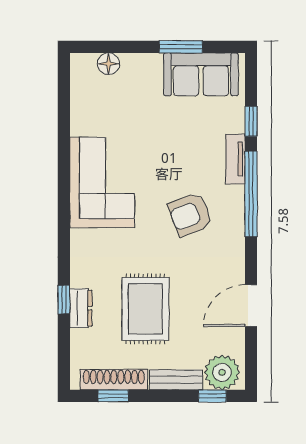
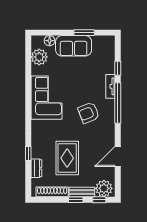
sofa: (201, 74) -> (74, 46), moved
plant: (87, 98) -> (39, 57), added
dresser: (81, 308) -> (36, 168), moved
window: (113, 396) -> (76, 200), moved

